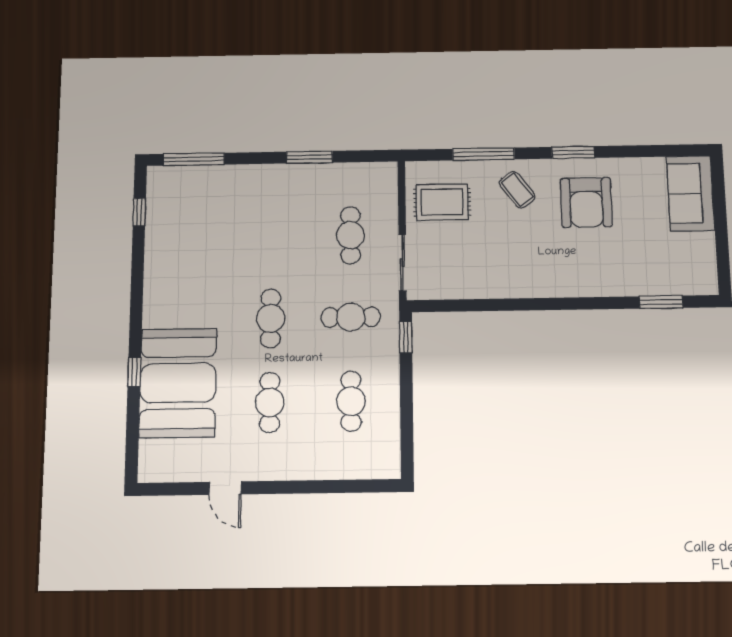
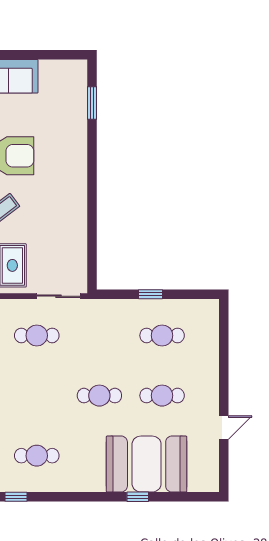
cafe table: (351, 317) -> (37, 456), moved, turned 90
window: (406, 337) -> (151, 294), moved

